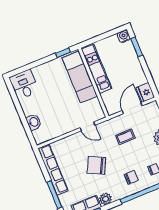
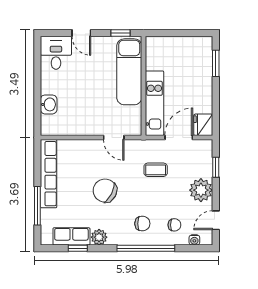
water cooler: (124, 36) -> (205, 44), removed
door: (36, 64) -> (81, 33), added
kitchen unit: (97, 69) -> (154, 103), moved

